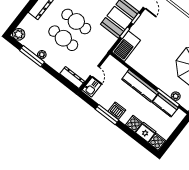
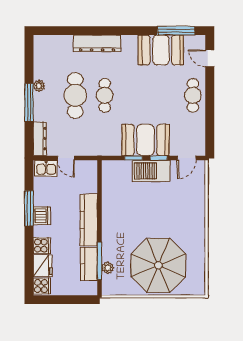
cafe table: (76, 21) -> (105, 95), width x0.73, depth x0.74
plant: (19, 34) -> (42, 43), removed
barbecue: (126, 46) -> (151, 171), moved
window: (32, 56) -> (29, 103), moved
door: (95, 71) -> (66, 158), hinge flipped

